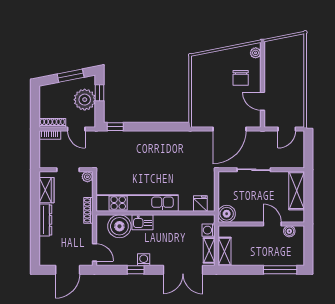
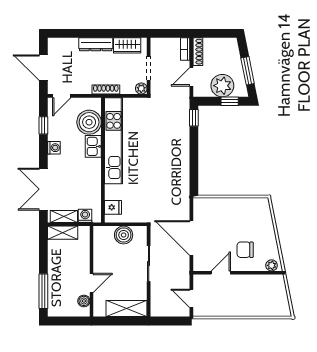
boiler: (227, 214) -> (124, 235), moved
window: (136, 270) -> (43, 125), moved

